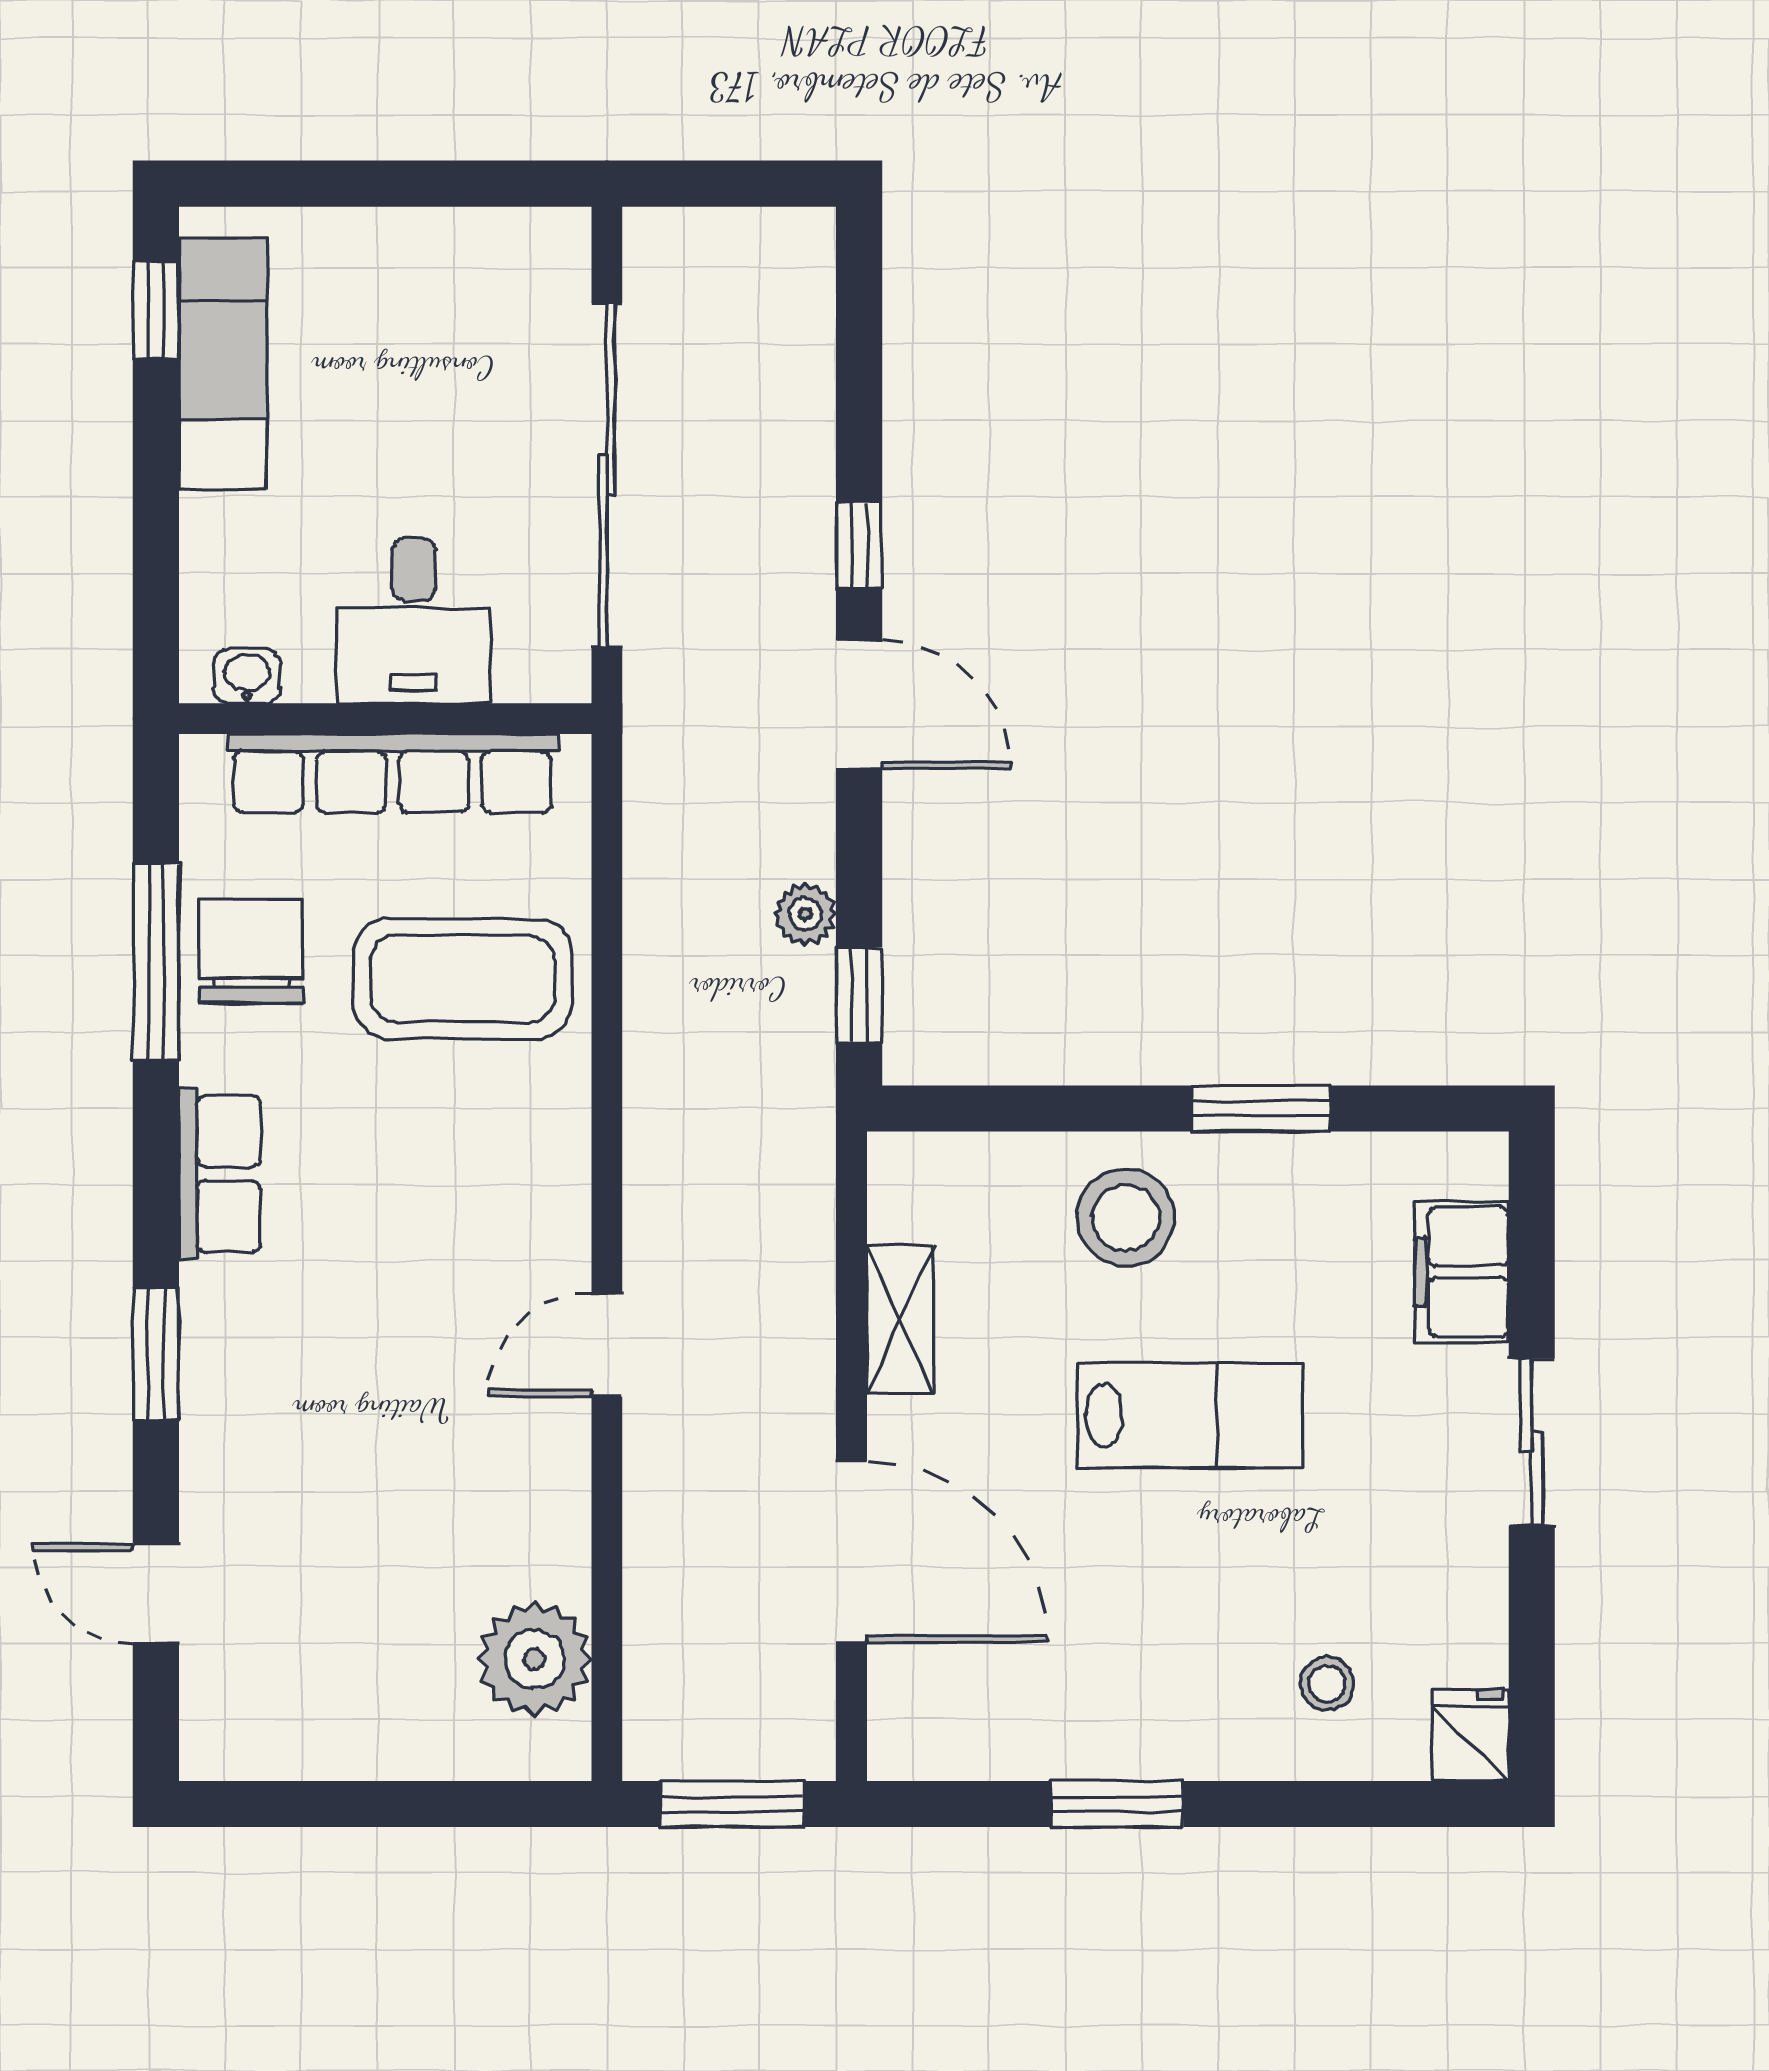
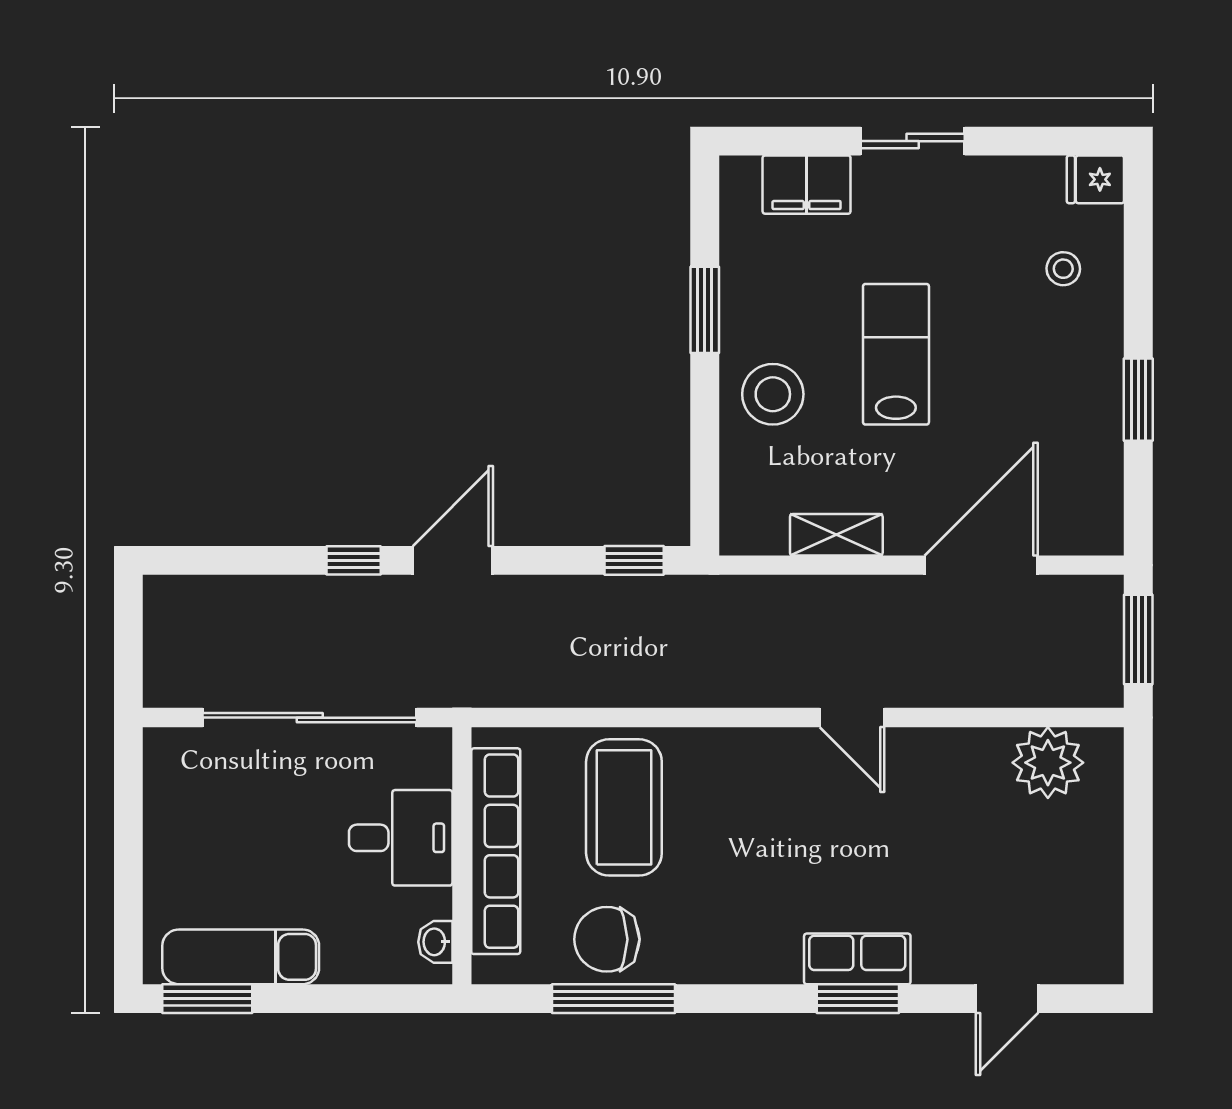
window: (156, 310) -> (207, 999), width x1.50
plant: (805, 914) -> (584, 594), removed
row of seats: (220, 1174) -> (857, 959), moved

